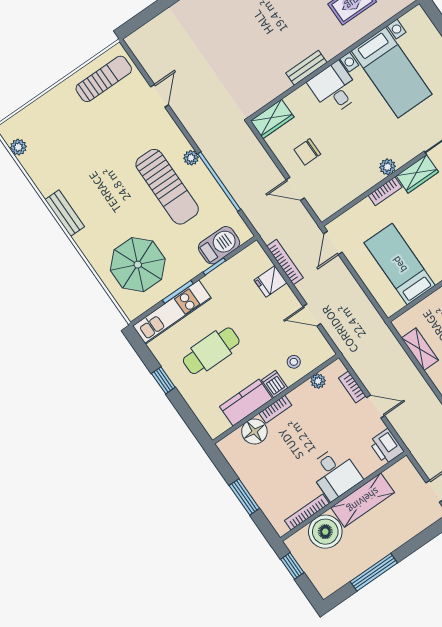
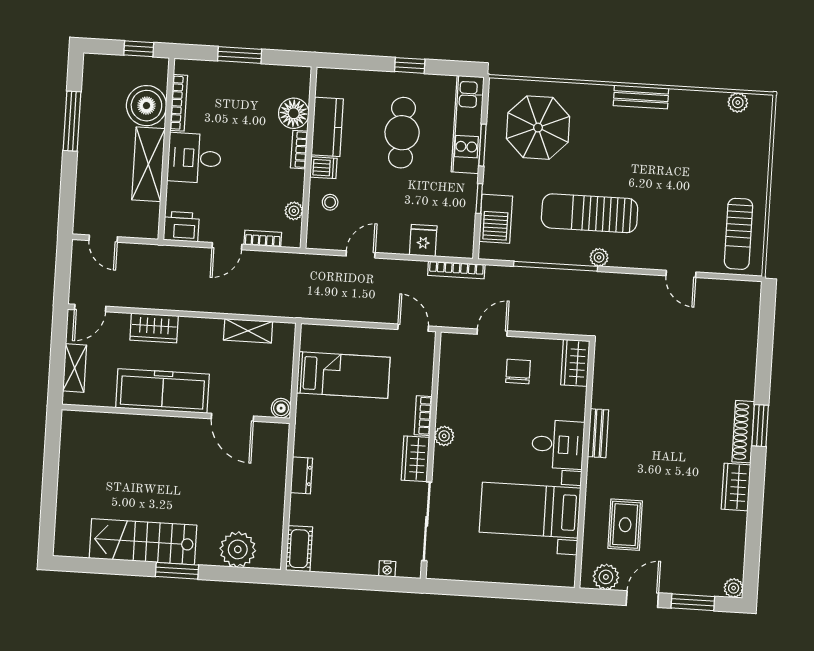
bookcase: (285, 262) -> (456, 270), moved

